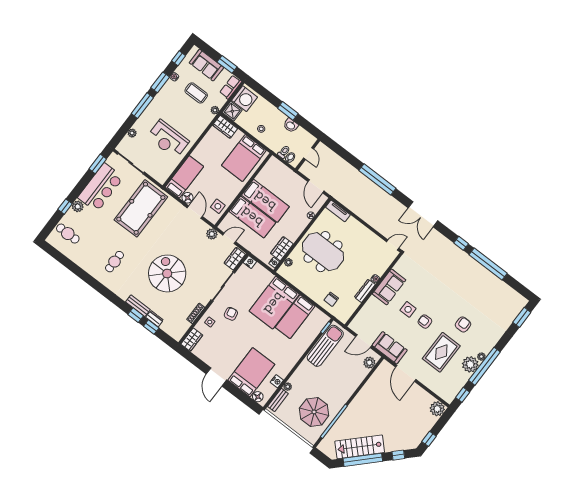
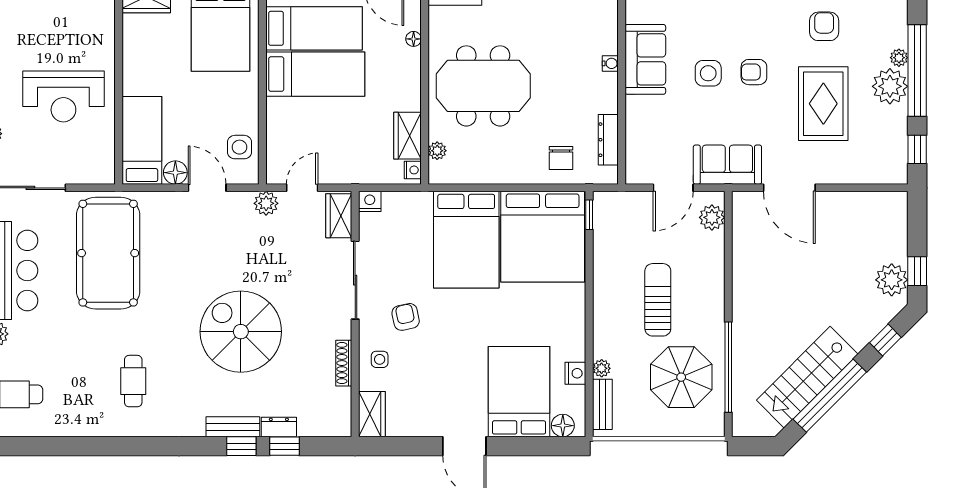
bed: (252, 217) -> (314, 28), moved
dresser: (365, 291) -> (608, 140), moved
bed: (295, 317) -> (543, 237), width x2.04
sun lounger: (325, 346) -> (658, 300), moved, width x0.73, depth x0.75
plant: (437, 409) -> (892, 280), moved

